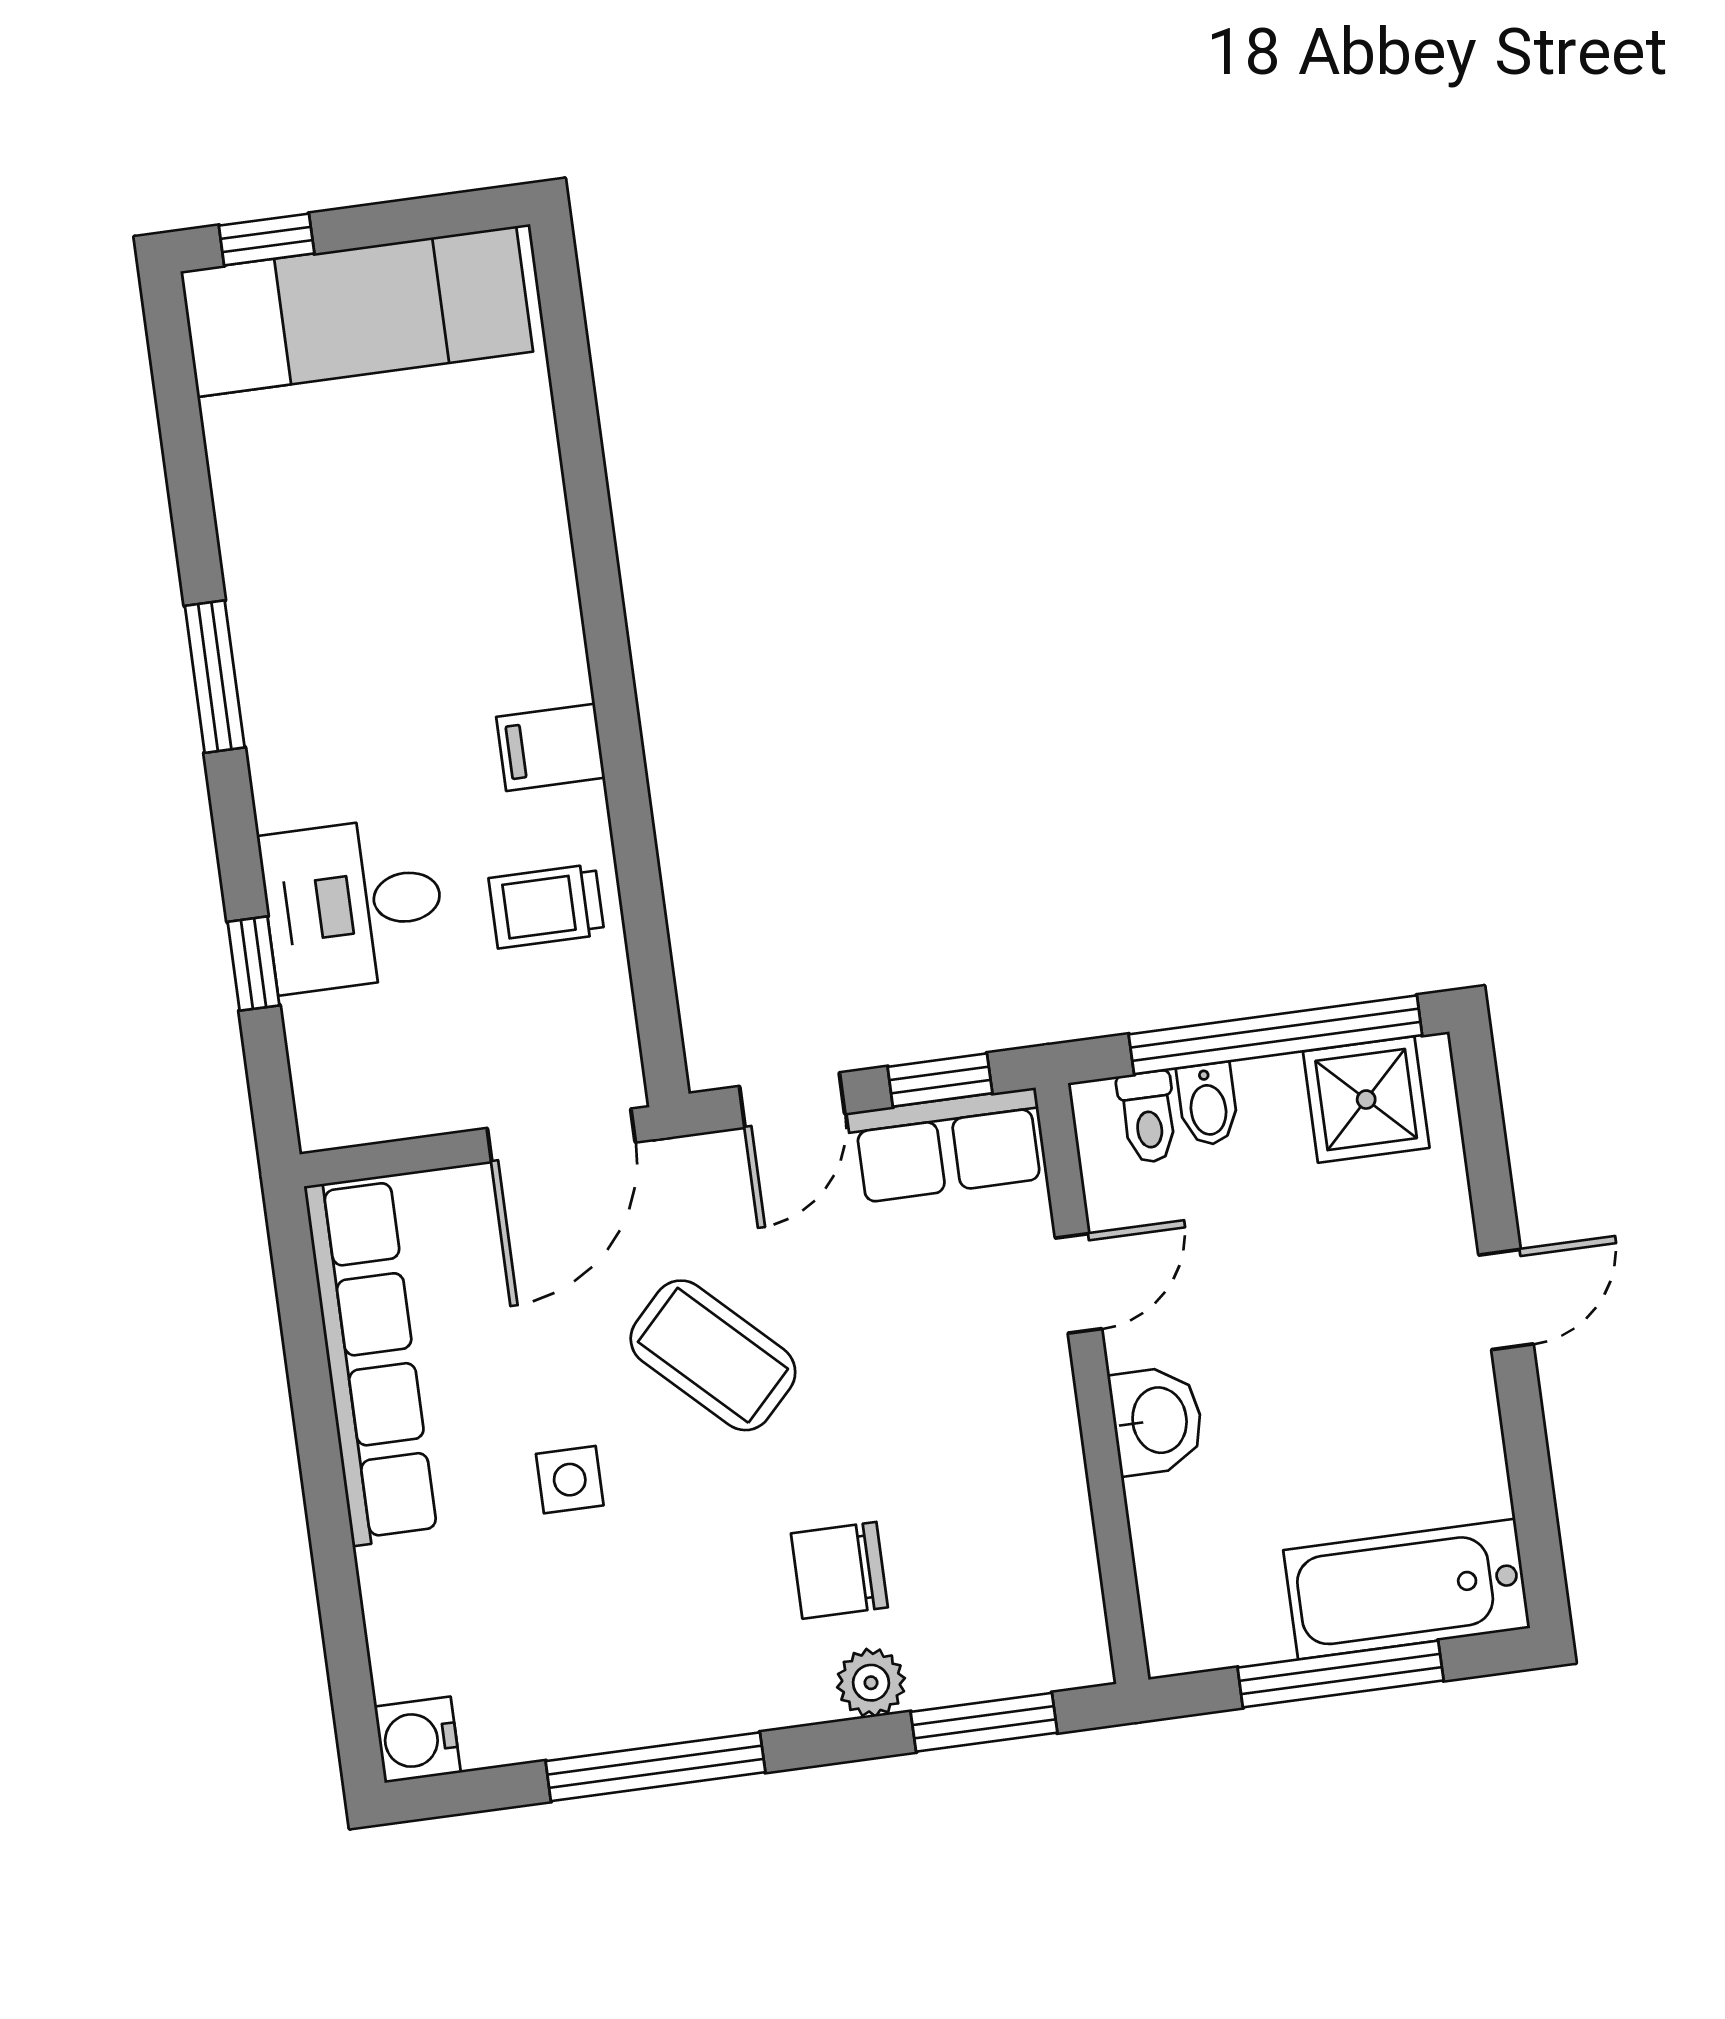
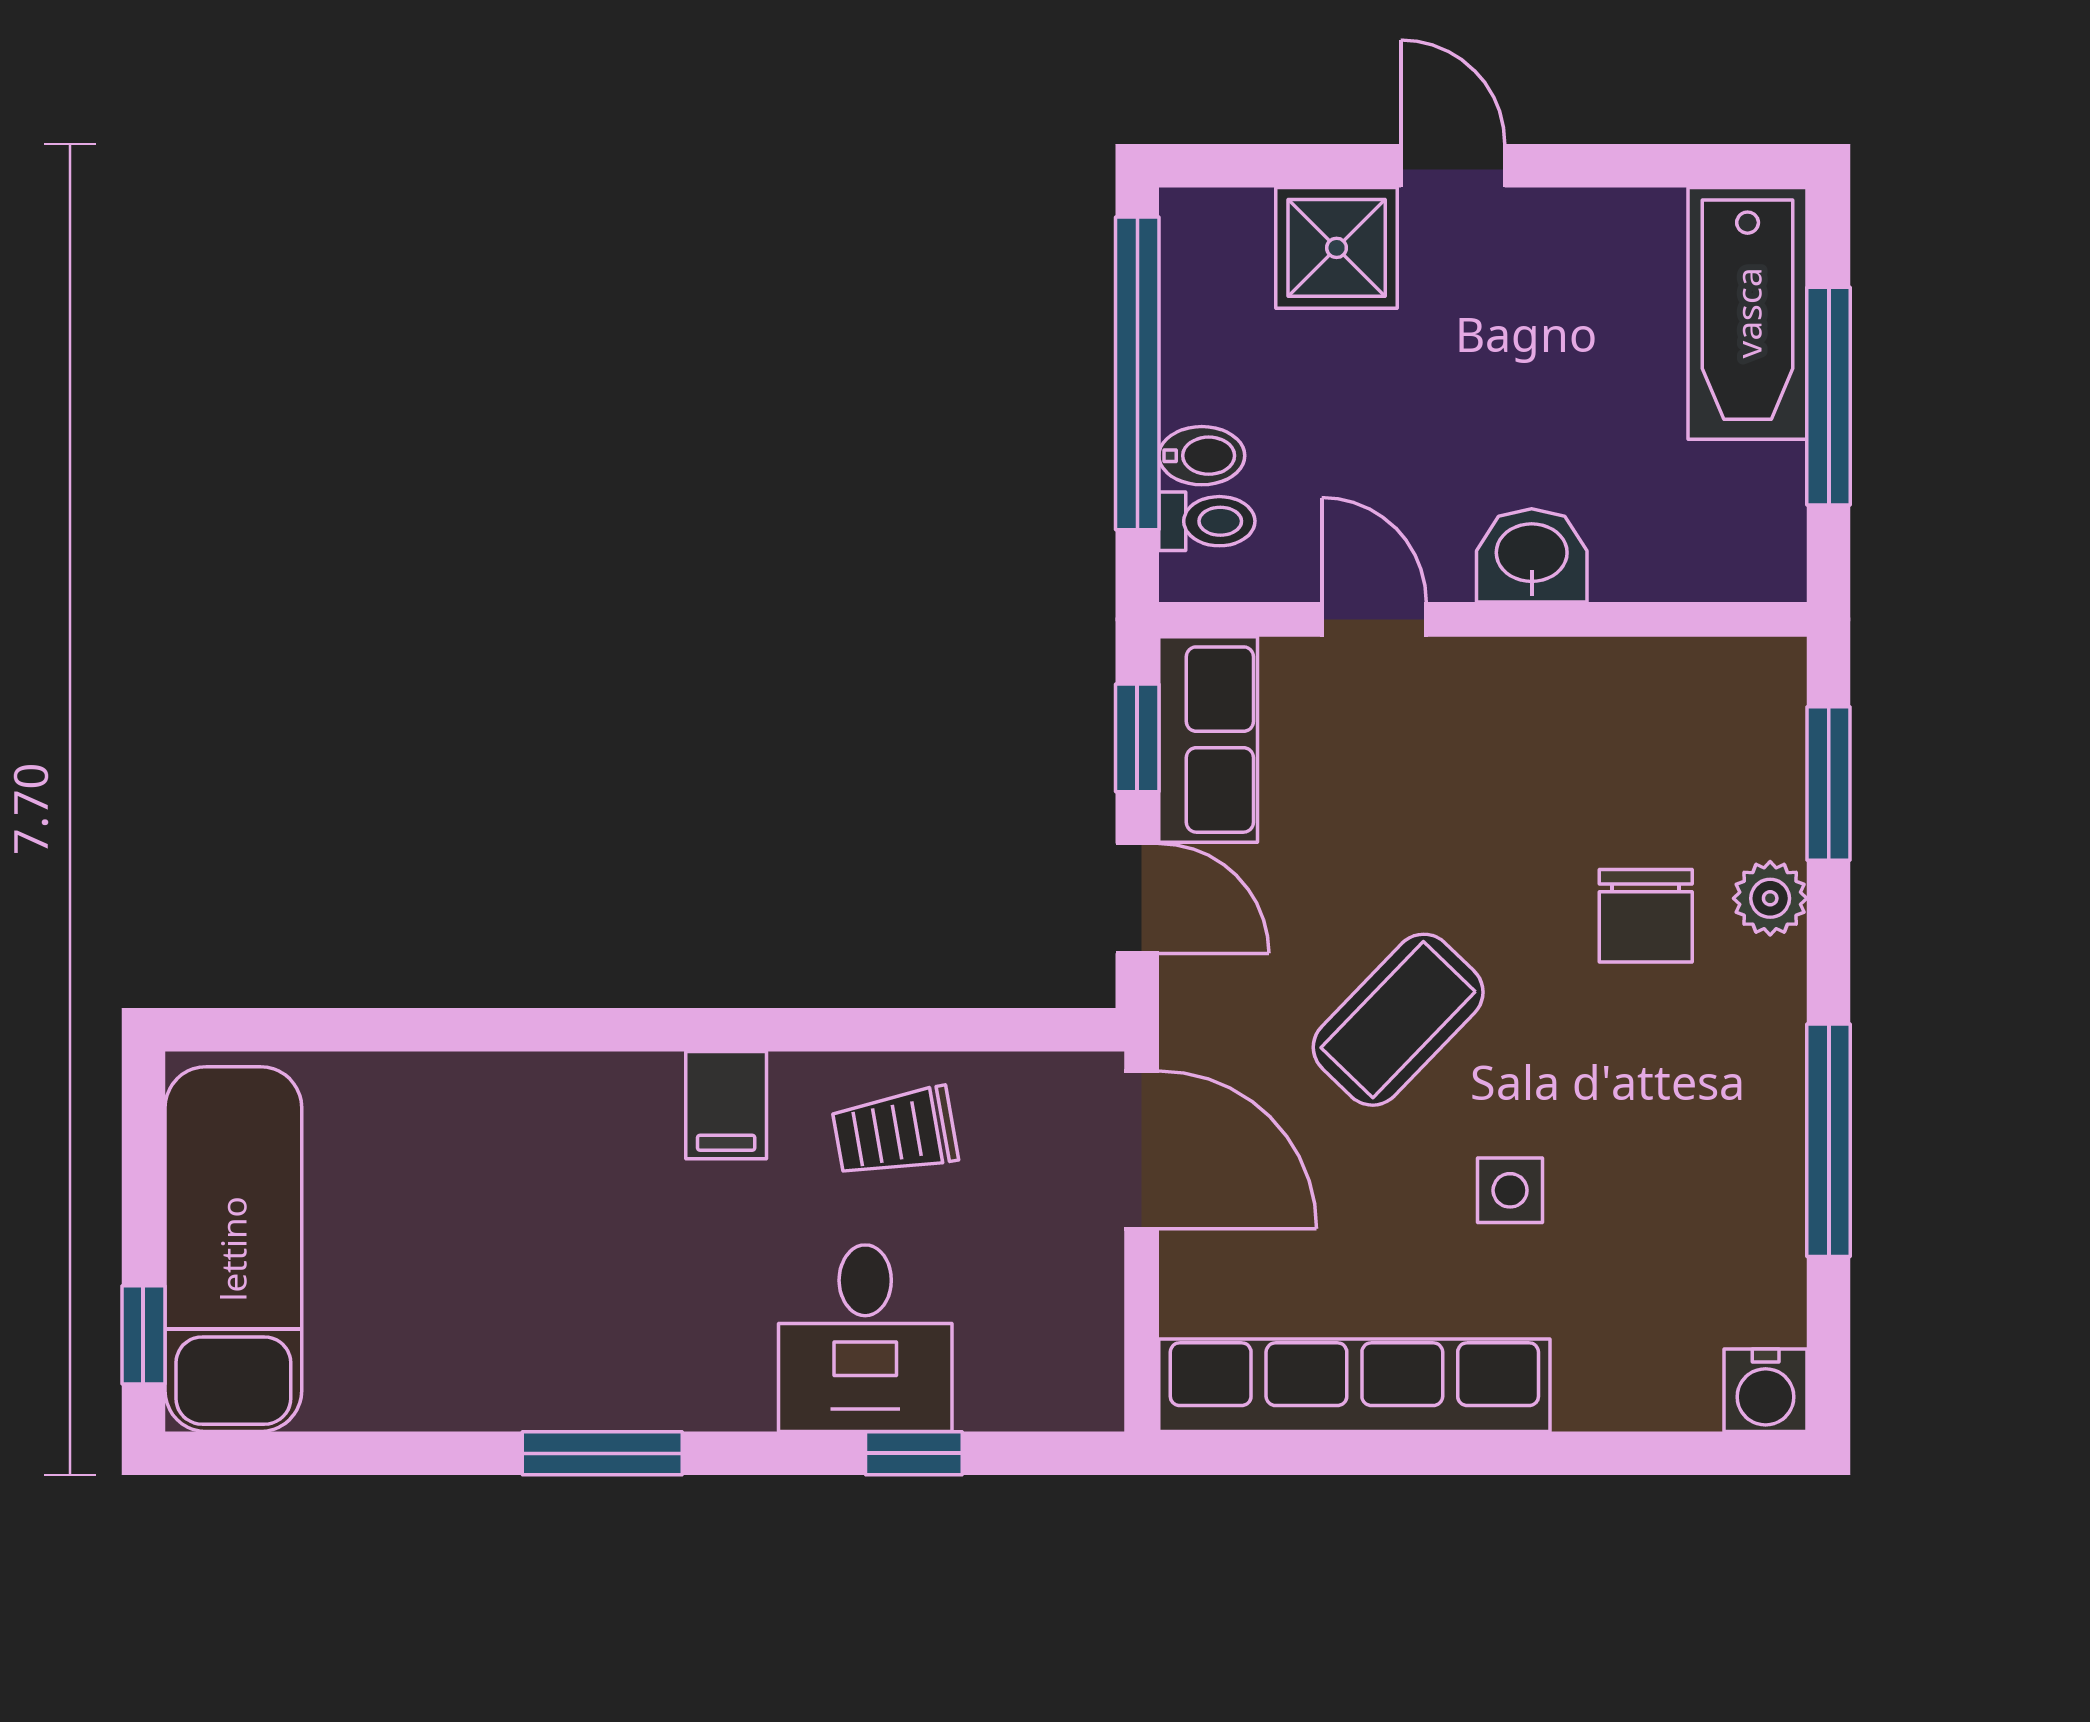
trolley: (546, 906) -> (895, 1132), turned 80
shower: (1366, 1100) -> (1337, 248), moved

